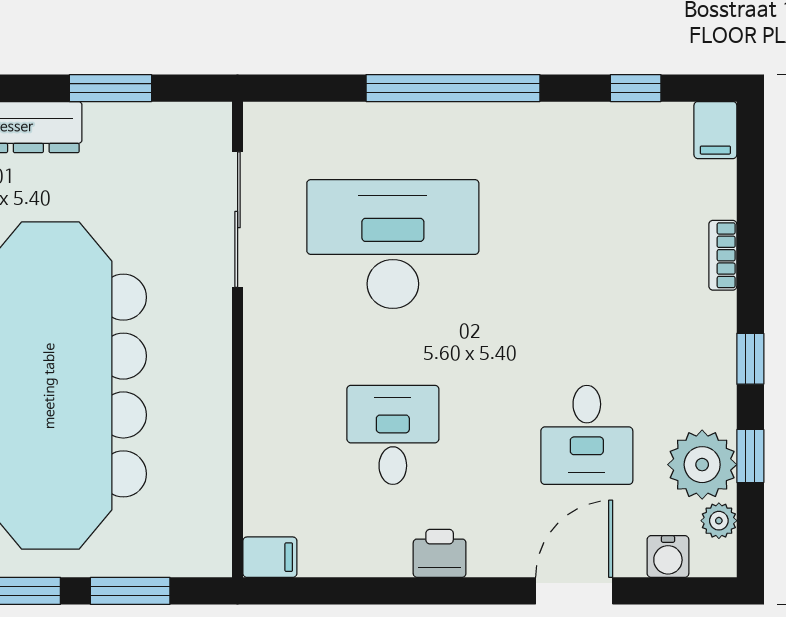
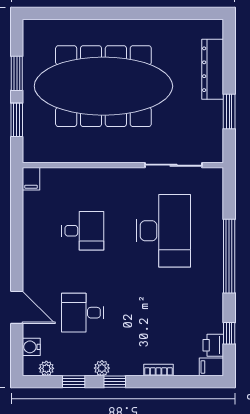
plant: (702, 465) -> (102, 368), moved, width x0.53, depth x0.53
printer: (440, 553) -> (213, 345), moved, turned 180

